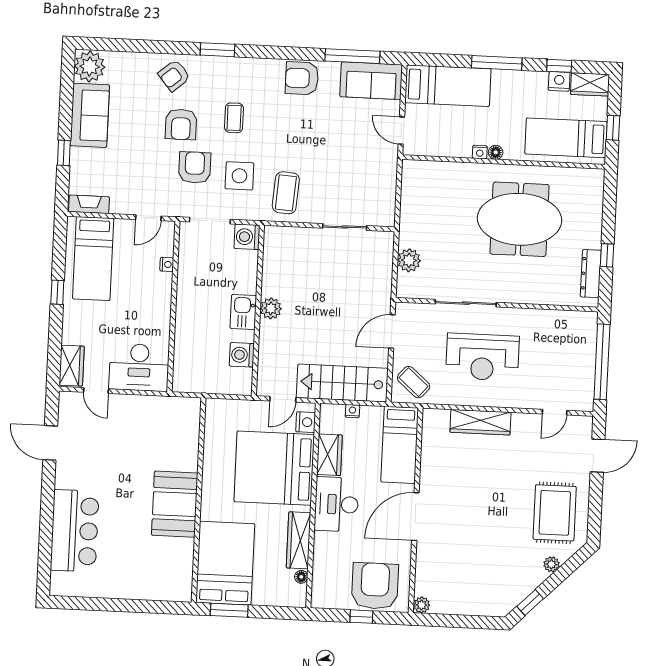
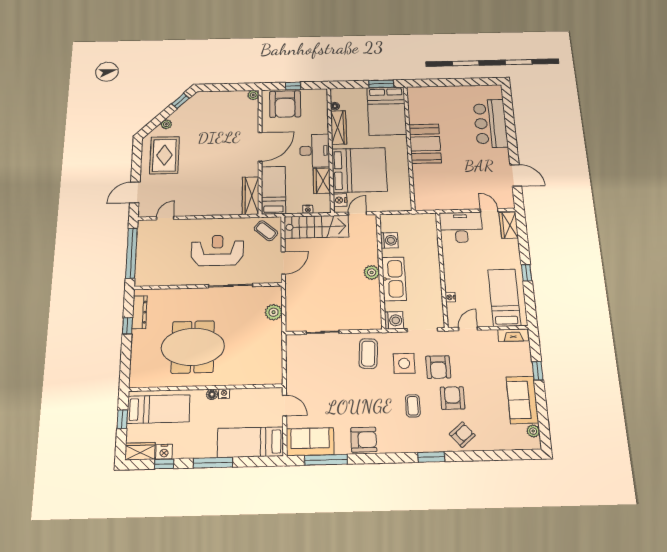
plant: (90, 67) -> (533, 431), width x0.53, depth x0.53
kitchen sink: (243, 312) -> (394, 279), width x1.88, depth x1.24
wardrobe: (480, 422) -> (251, 196), moved, turned -90

